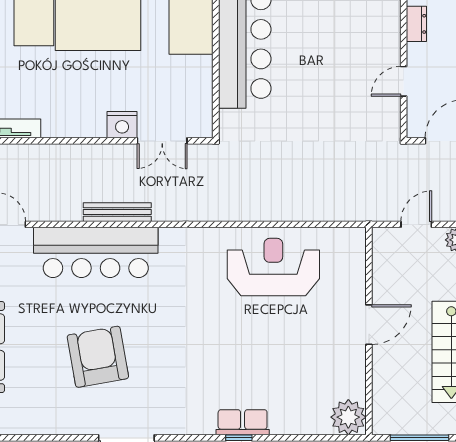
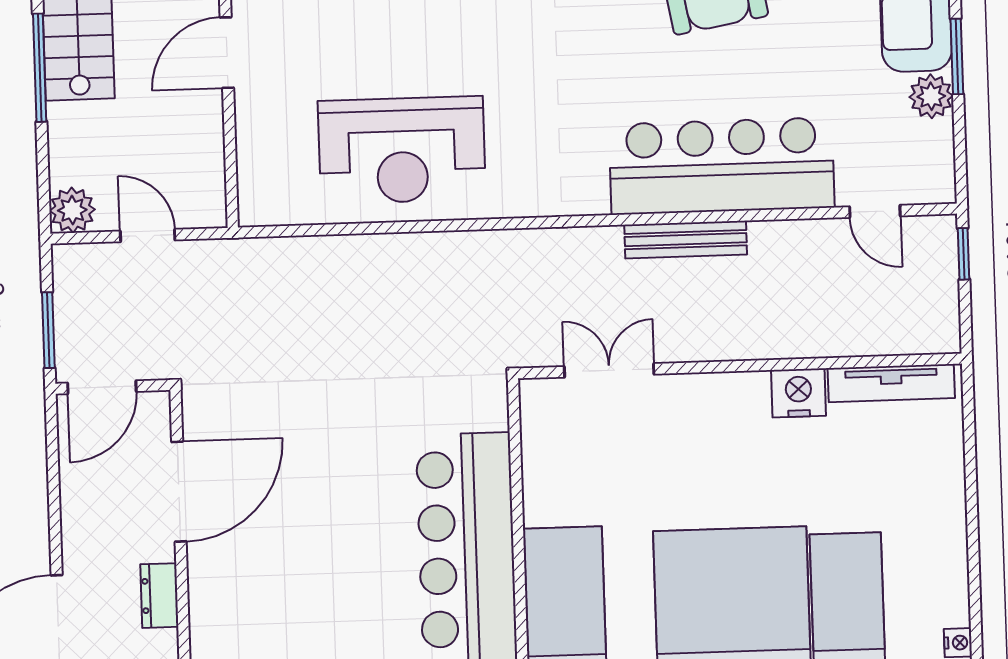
door: (404, 81) -> (179, 492), width x1.88
nightstand: (122, 125) -> (799, 393), moved
door: (416, 224) -> (148, 236), swing flipped

